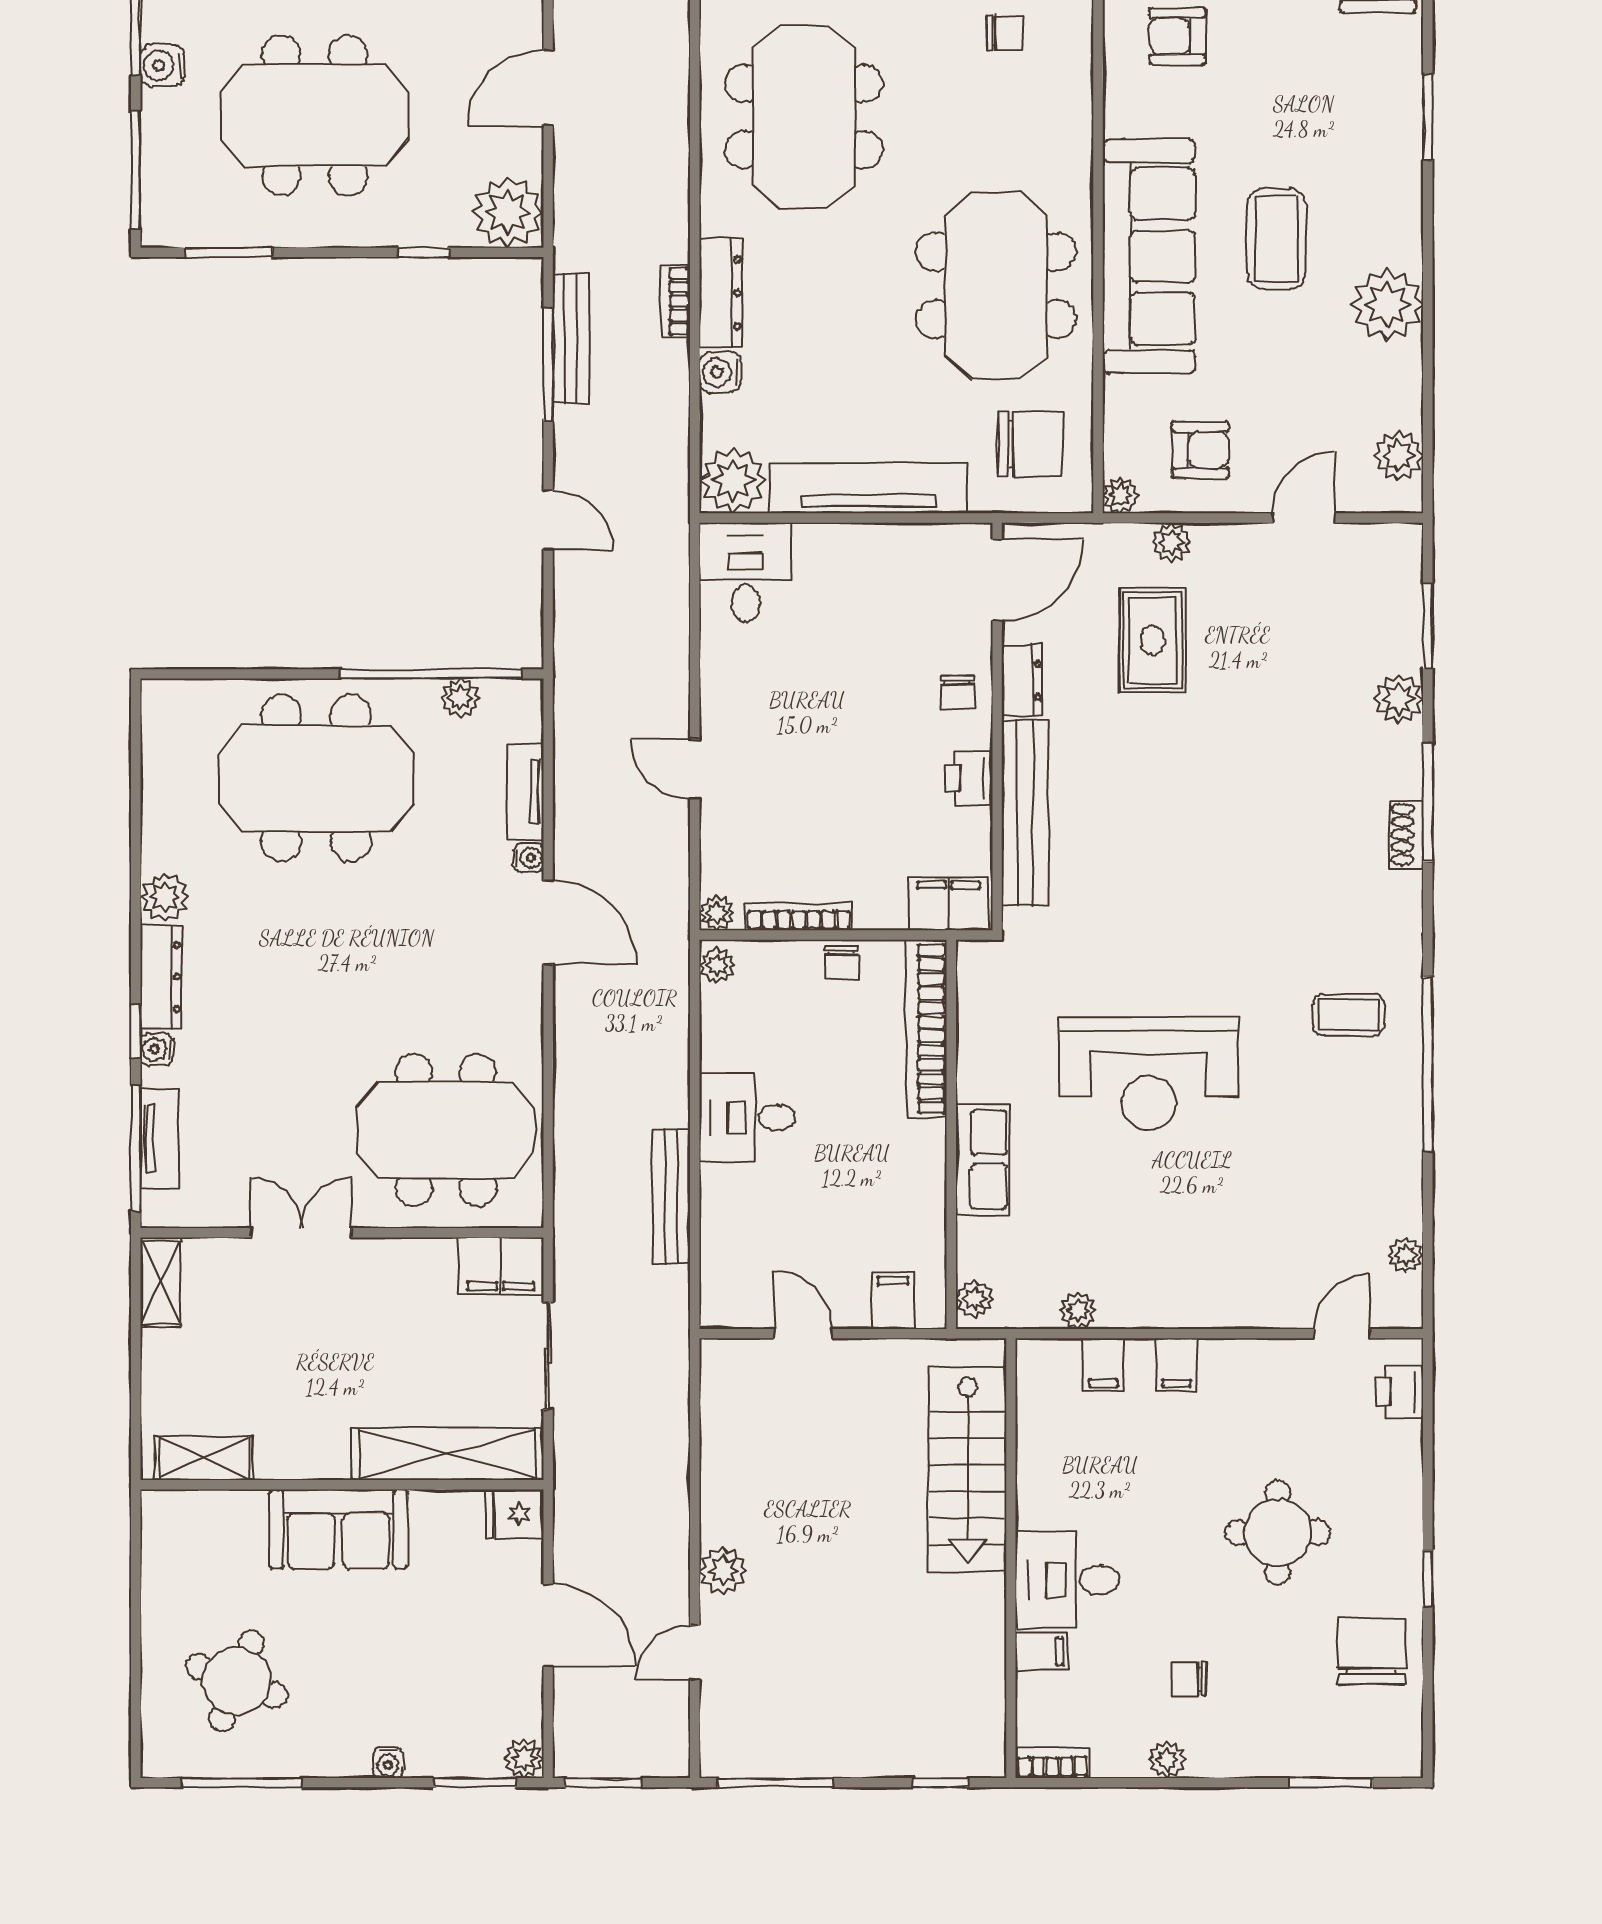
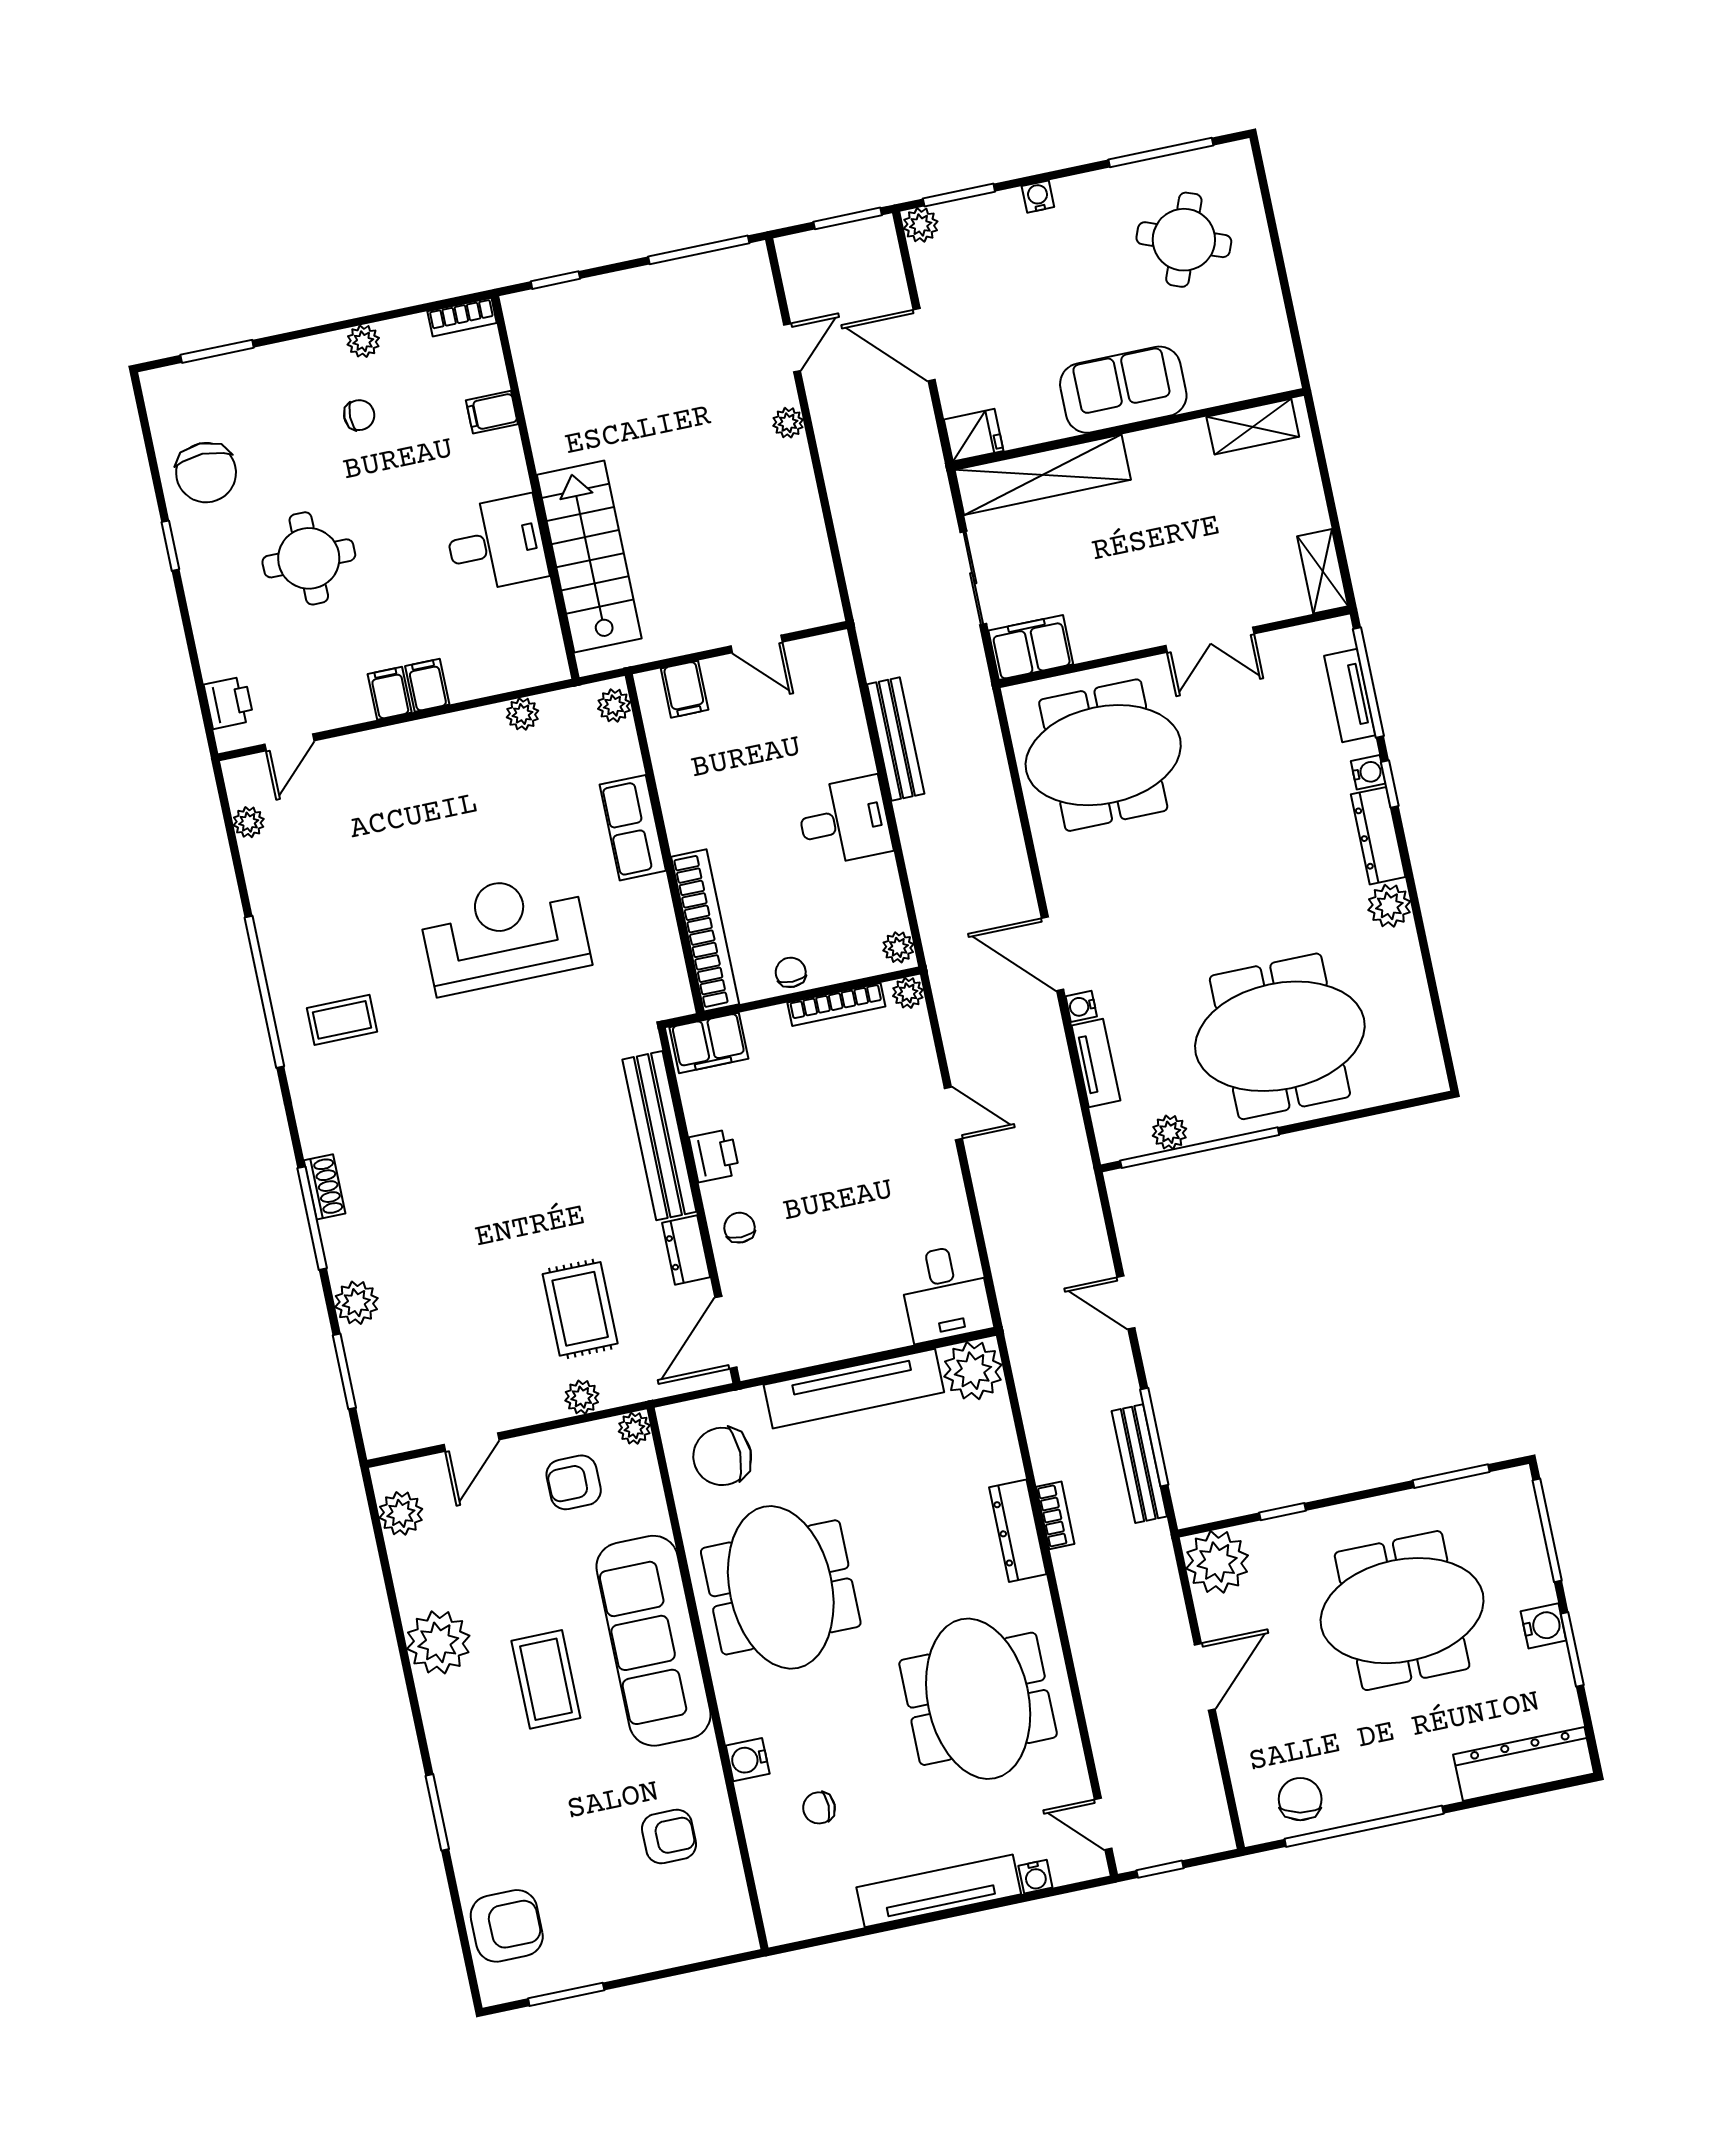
water cooler: (720, 372) -> (748, 1760), moved, turned 180
filing cabinet: (1103, 1365) -> (390, 693), moved
plant: (723, 1571) -> (788, 423), width x0.73, depth x0.73
desk: (1068, 1580) -> (496, 544), moved

